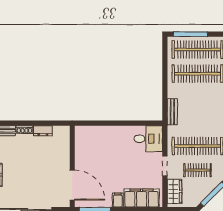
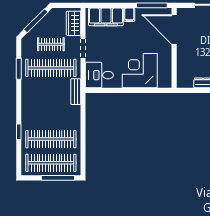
bench: (172, 112) -> (76, 92), moved
corner desk: (107, 143) -> (140, 71), added

